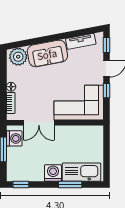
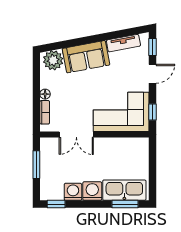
window: (107, 91) -> (152, 112), moved
washing machine: (14, 138) -> (73, 192), moved, turned -90
window: (70, 185) -> (125, 204), moved

